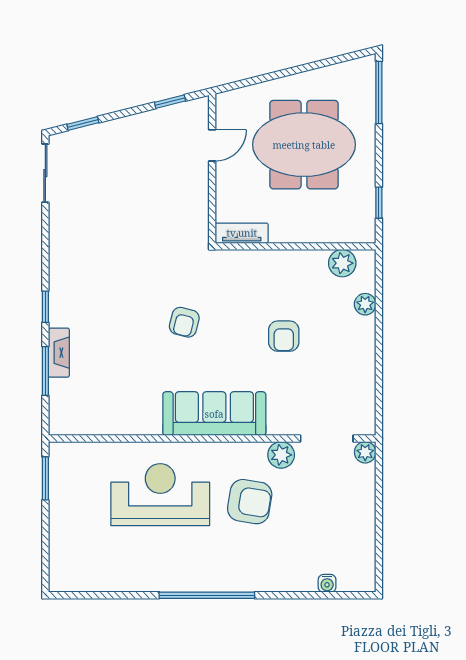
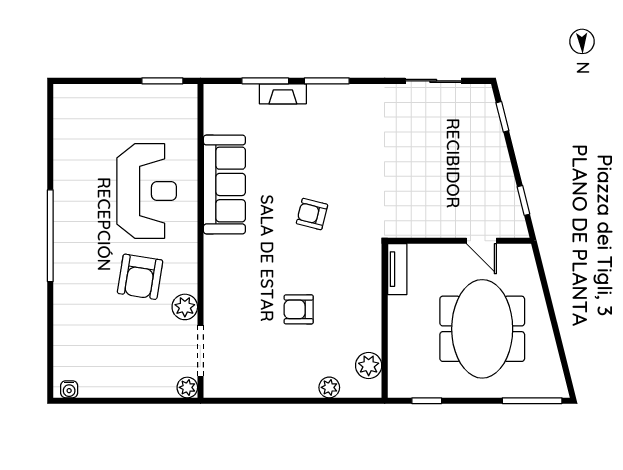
sliding door: (45, 173) -> (433, 81), moved
window: (45, 307) -> (327, 81), width x1.50
sofa: (214, 414) -> (224, 184), moved
water cooler: (327, 583) -> (69, 389), moved, turned -90

